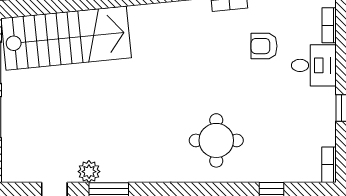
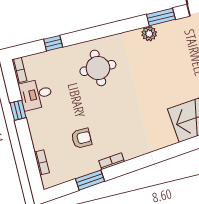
desk: (314, 65) -> (36, 94), moved
plant: (89, 172) -> (149, 34), moved

